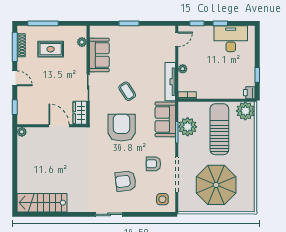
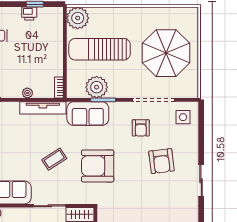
printer: (249, 93) -> (29, 14), moved

